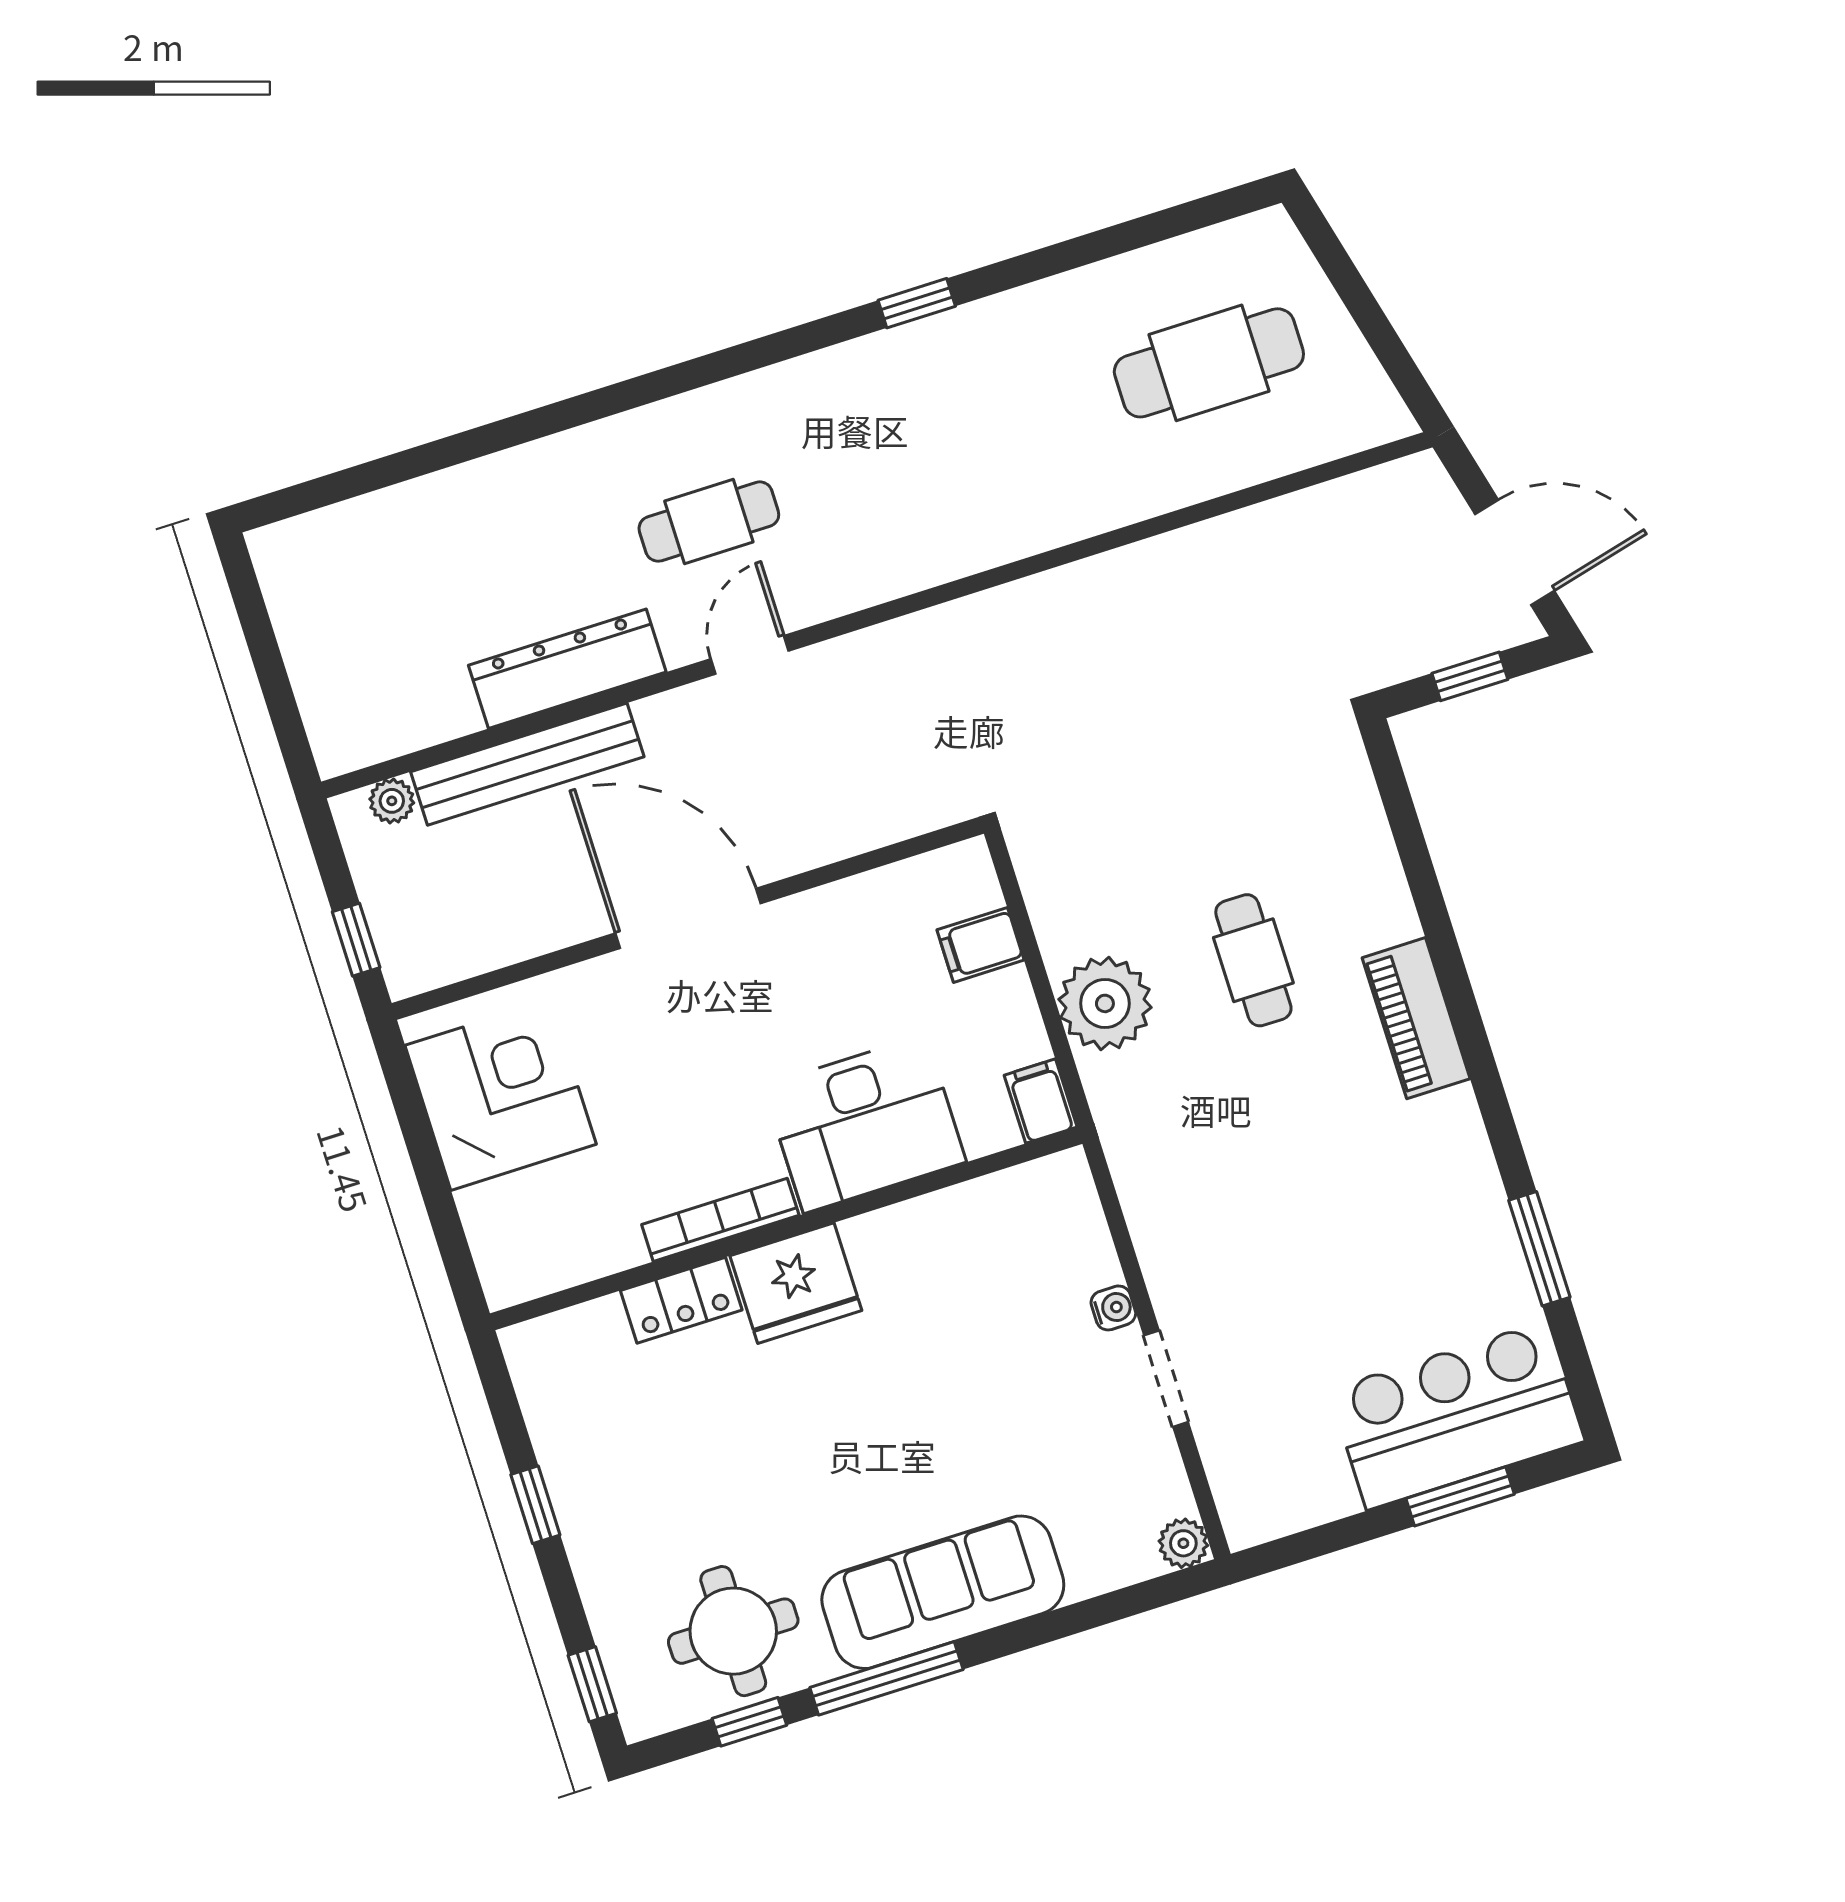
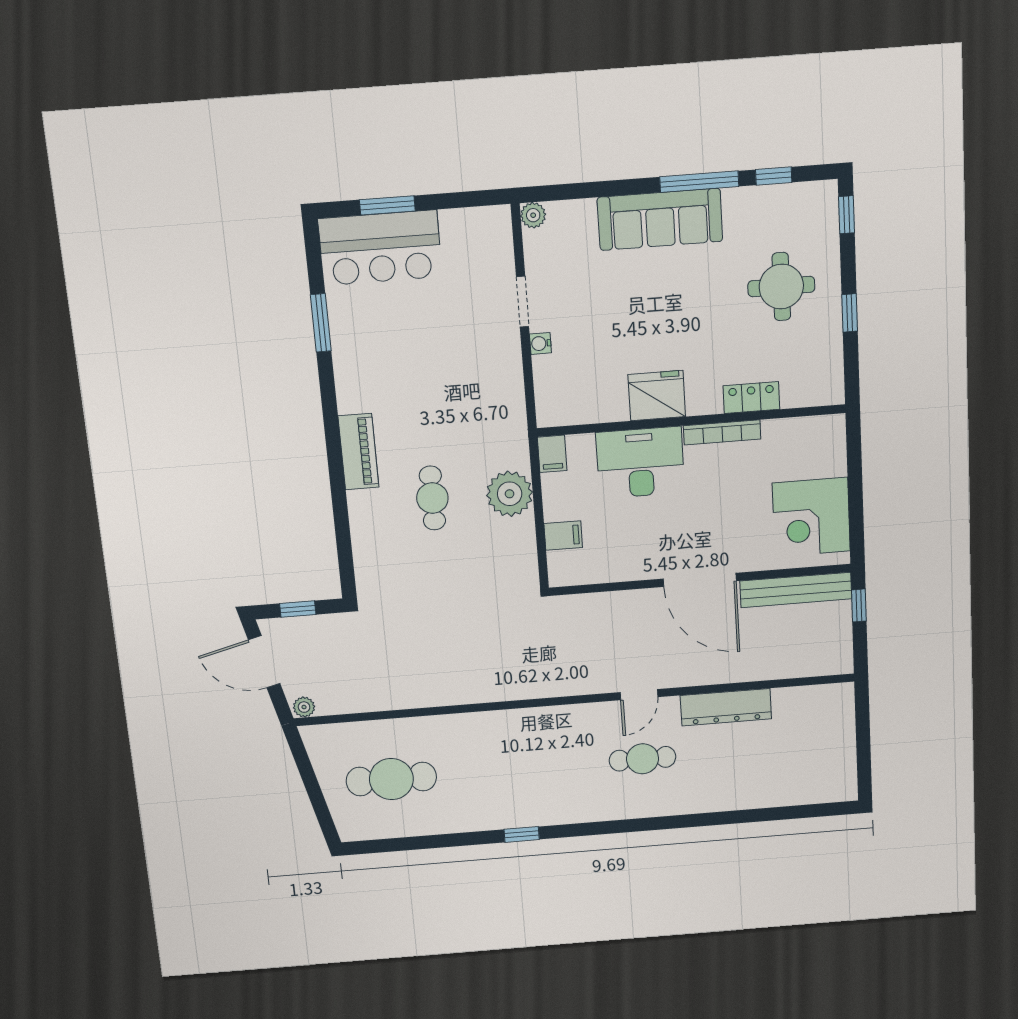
bench: (527, 764) -> (796, 590), moved
plant: (392, 801) -> (304, 707), moved
fridge: (796, 1283) -> (657, 396), moved
round table: (733, 1631) -> (781, 287), moved

